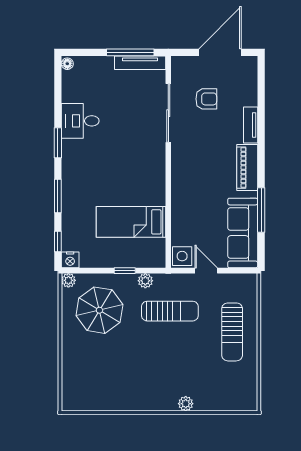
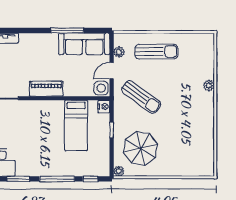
piano: (247, 168) -> (46, 89), moved, turned 180
window: (58, 196) -> (57, 179), width x1.44
nightstand: (70, 260) -> (104, 107), moved
plant: (145, 281) -> (119, 52), moved
sun lounger: (170, 311) -> (141, 97), turned 126

